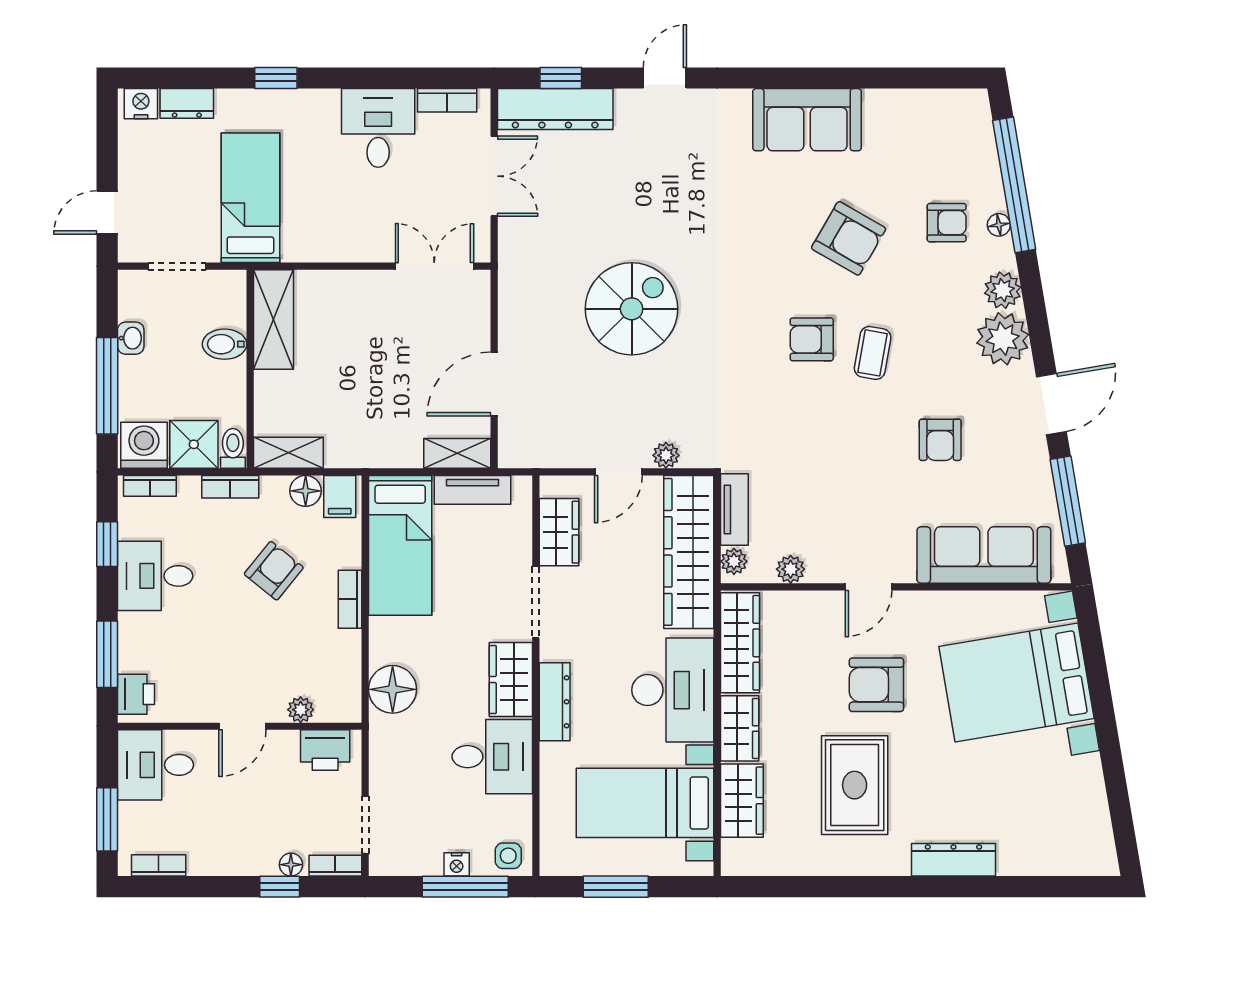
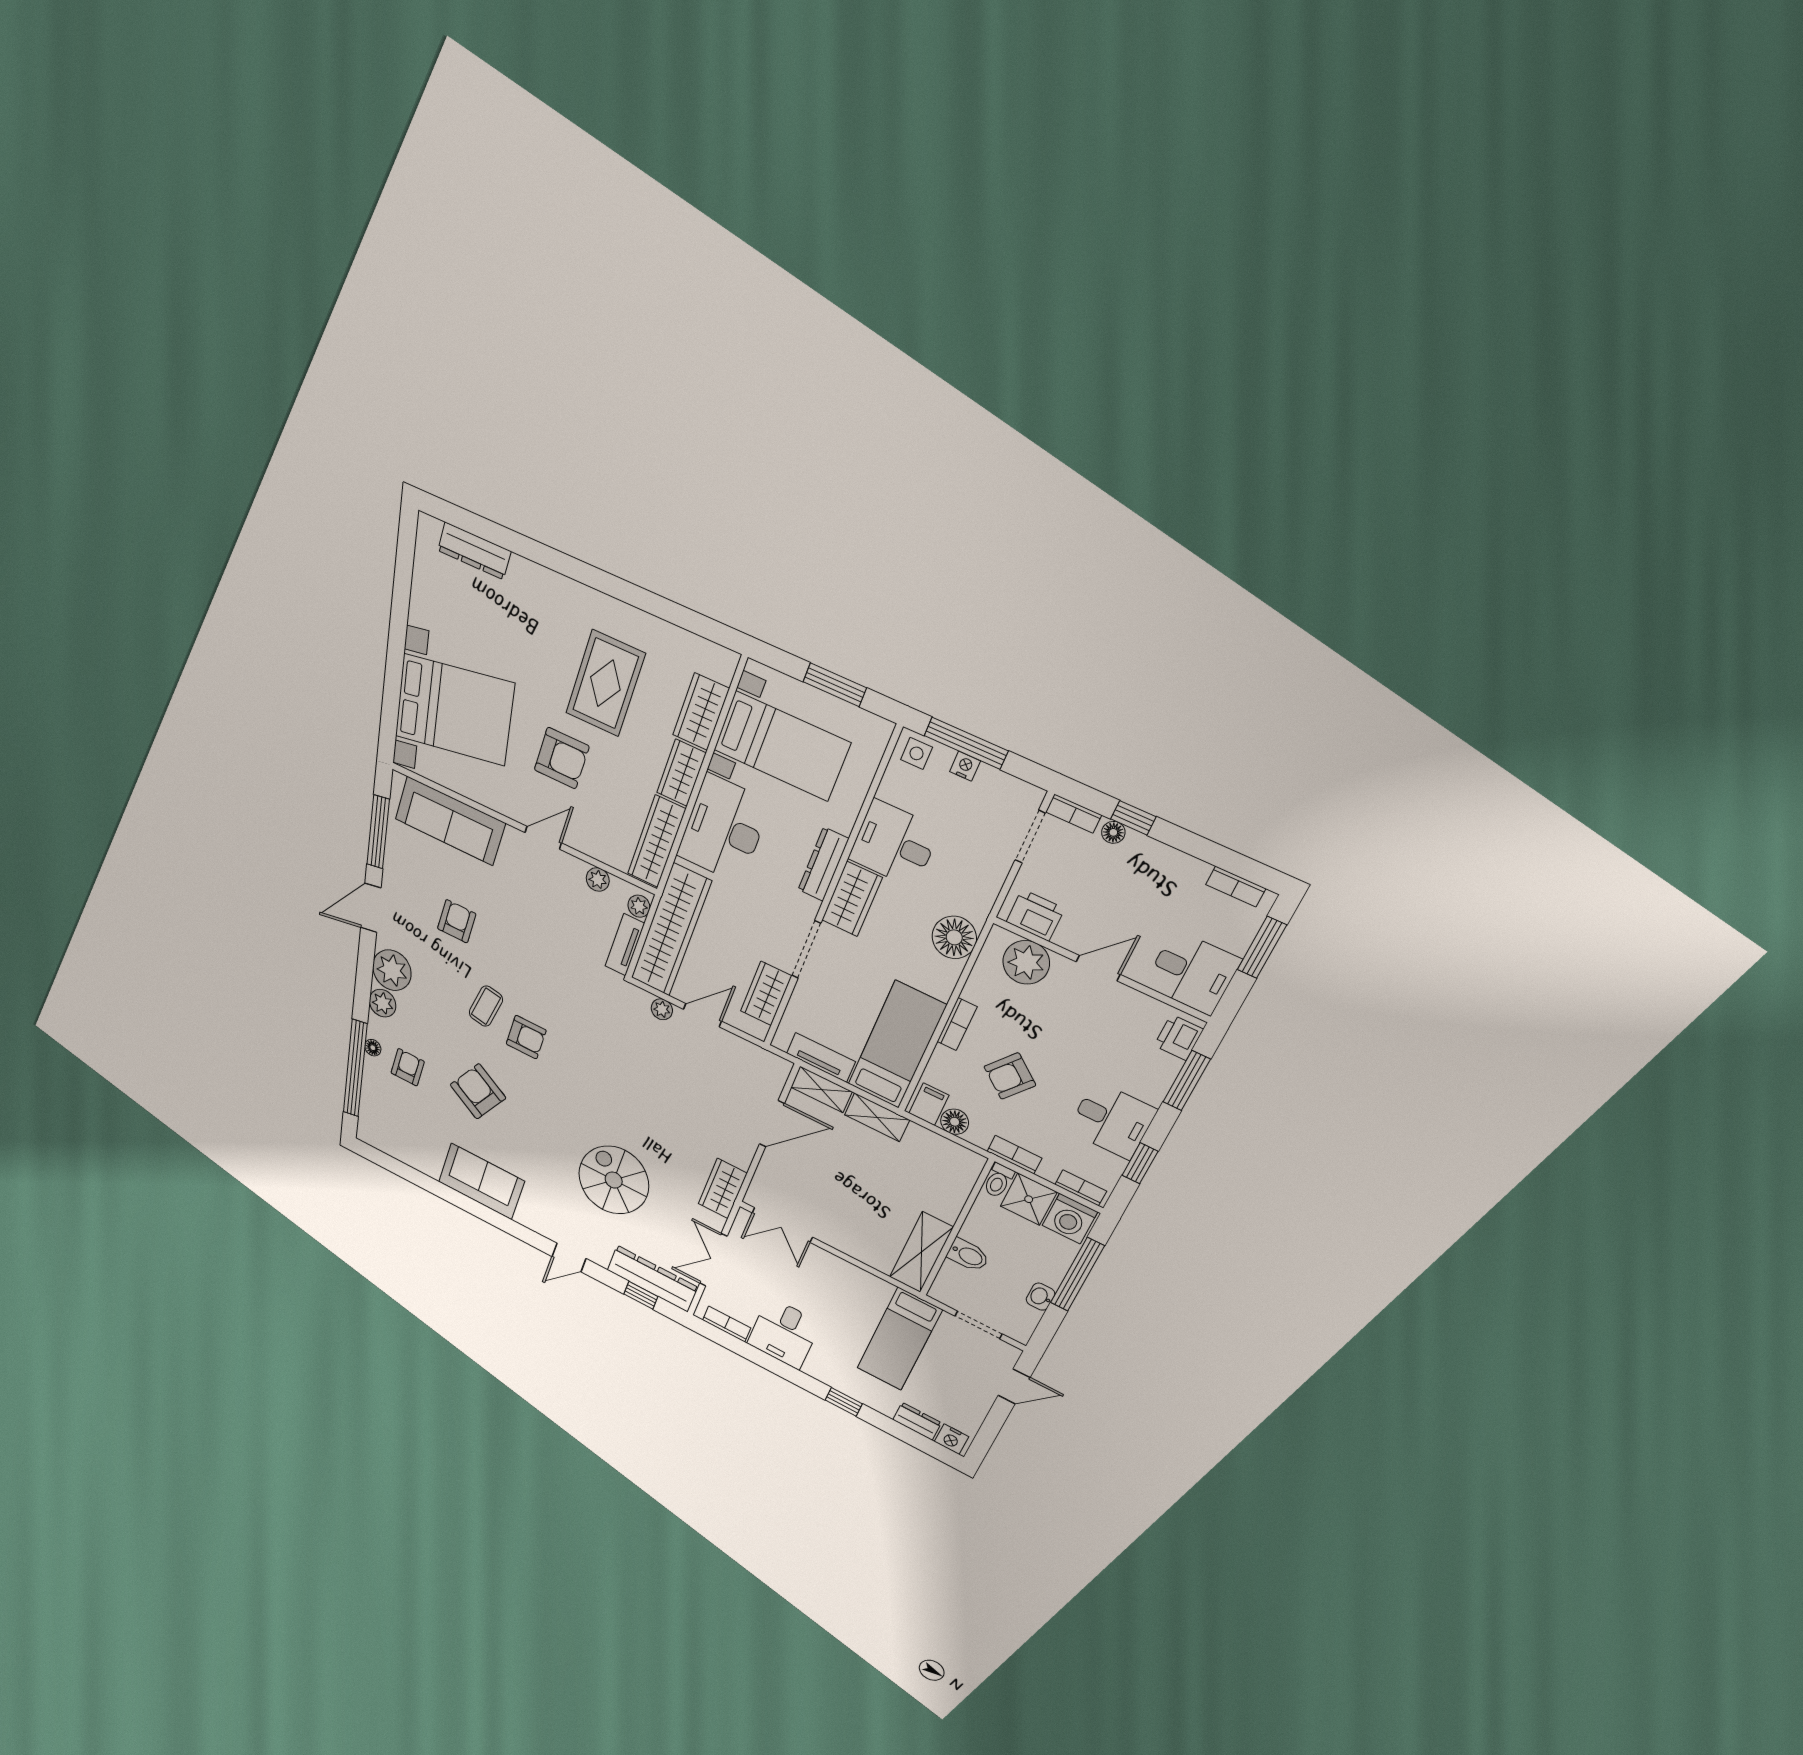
armchair: (947, 223) -> (408, 1067), turned 90
wardrobe: (518, 274) -> (723, 1189), added
spiral stairs: (632, 309) -> (614, 1180), moved, turned 90
shelving: (288, 453) -> (877, 1117), moved
plant: (301, 710) -> (1026, 962), width x1.87, depth x1.87
dresser: (953, 860) -> (474, 551), moved

